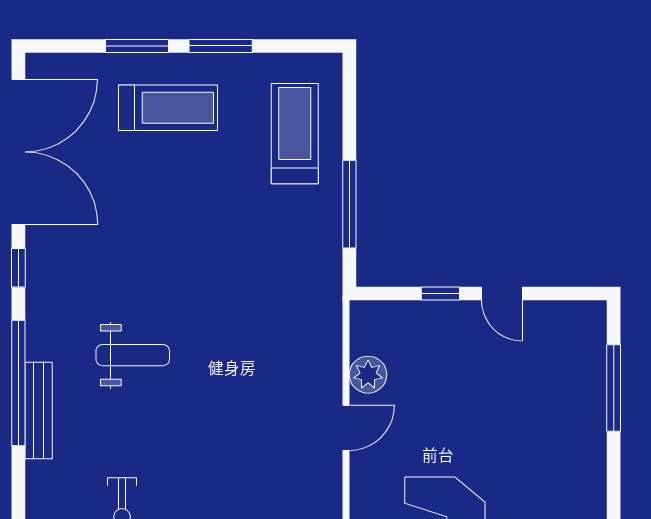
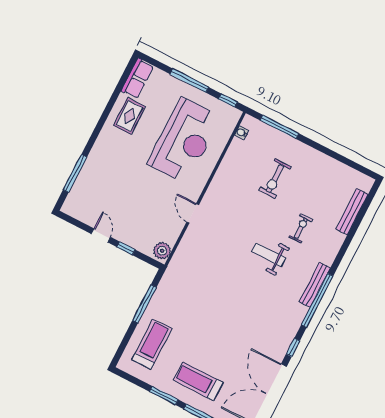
treadmill: (295, 134) -> (152, 344), turned 180
weight bench: (133, 355) -> (269, 255), moved
plant: (368, 375) -> (162, 251), moved
door: (346, 428) -> (193, 213), hinge flipped

